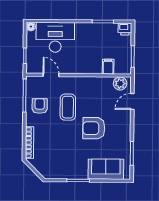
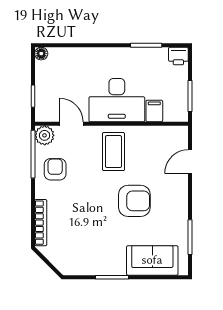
desk: (55, 37) -> (117, 100), moved, turned 180
plant: (120, 83) -> (45, 135), moved
coffee table: (68, 107) -> (113, 152), moved
armchair: (94, 128) -> (134, 201), turned 180

